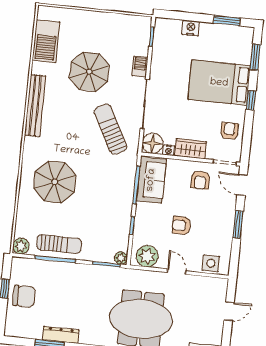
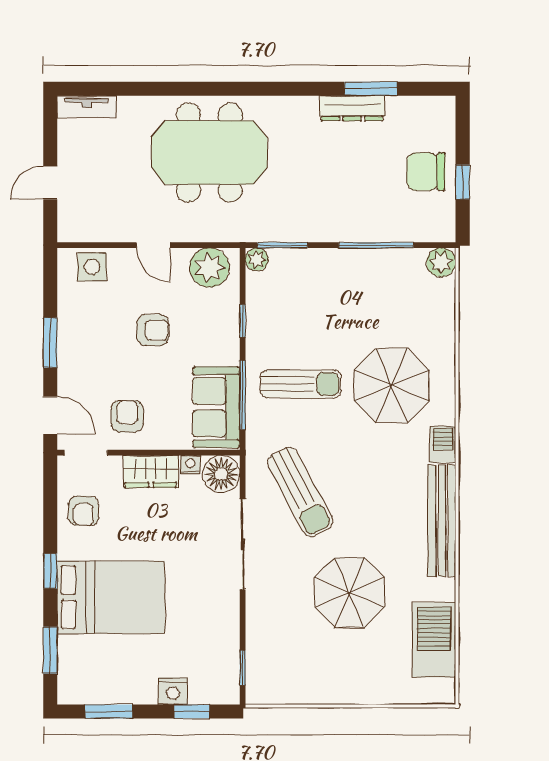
window: (182, 16) -> (192, 712), added
barbecue: (140, 67) -> (443, 445), moved, turned 180
sun lounger: (59, 244) -> (301, 384), moved, turned 180

